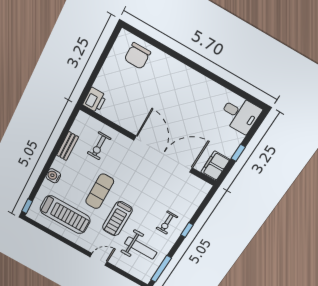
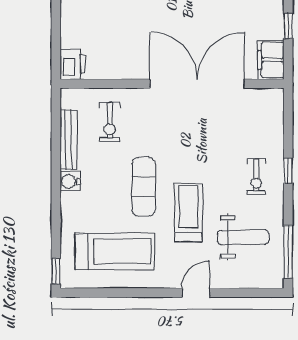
bench: (67, 146) -> (69, 140), width x1.36
water cooler: (53, 176) -> (70, 181), moved
treadmill: (117, 219) -> (188, 212), turned 180

